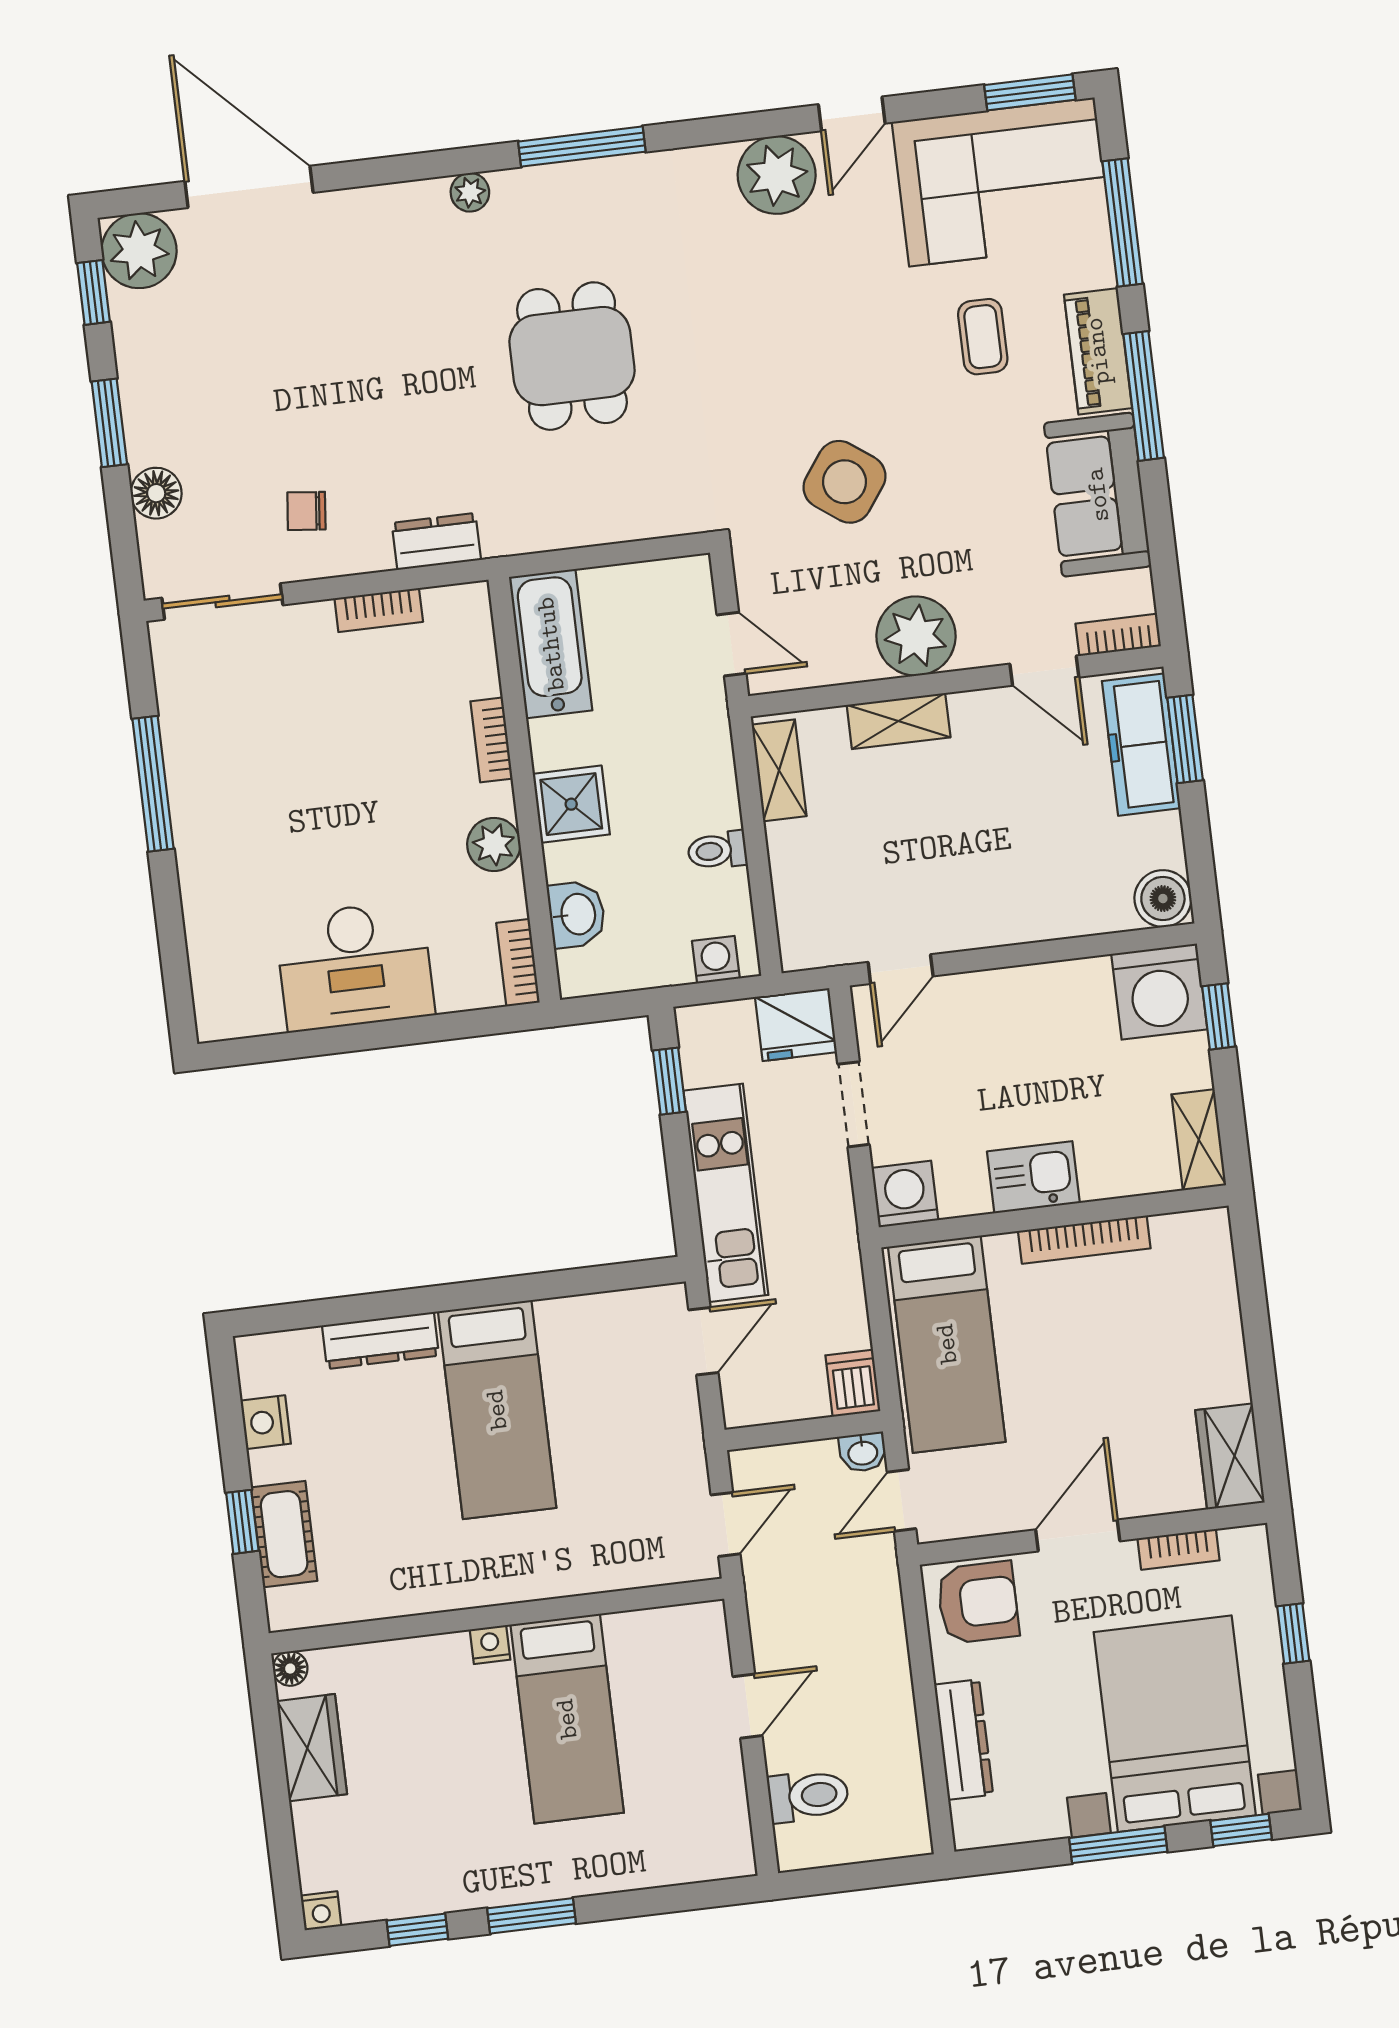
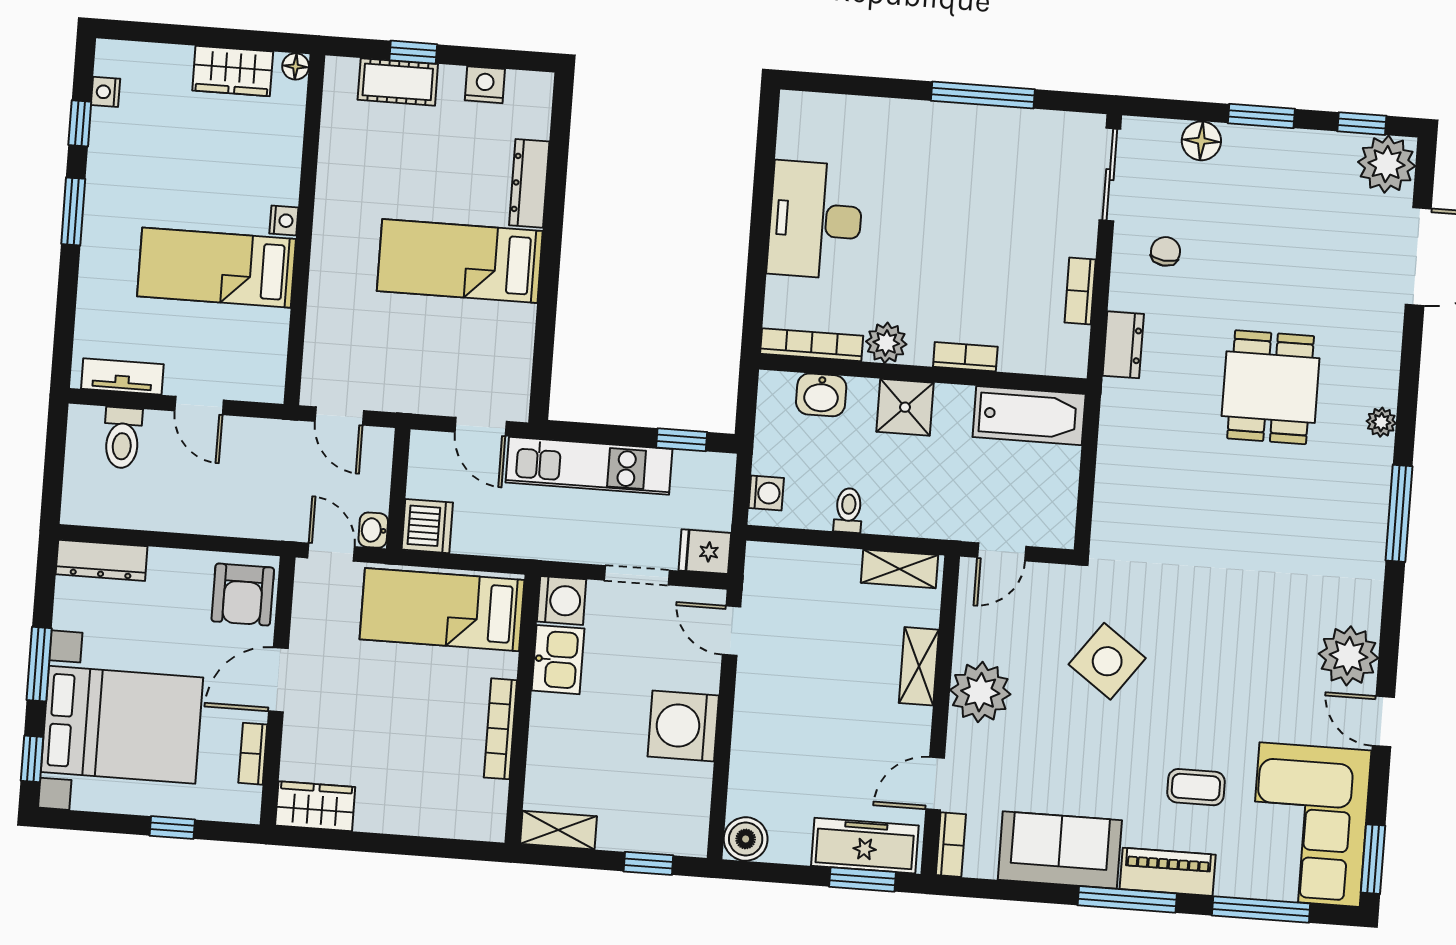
dining table: (572, 356) -> (1271, 387), moved, turned 90
bookcase: (518, 963) -> (812, 345), width x1.56
washing machine: (1159, 992) -> (683, 726), moved
fridge: (796, 1025) -> (705, 552), width x0.72
kitchen sink: (1033, 1177) -> (558, 660), moved
dishwasher: (853, 1383) -> (427, 526), width x1.38
door: (1078, 1535) -> (278, 680), swing flipped
dresser: (964, 1740) -> (102, 560), moved
tv unit: (730, 1811) -> (122, 376), added
nightstand: (321, 1911) -> (106, 92), moved

